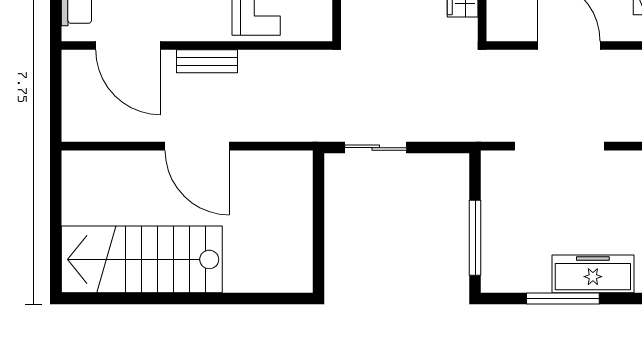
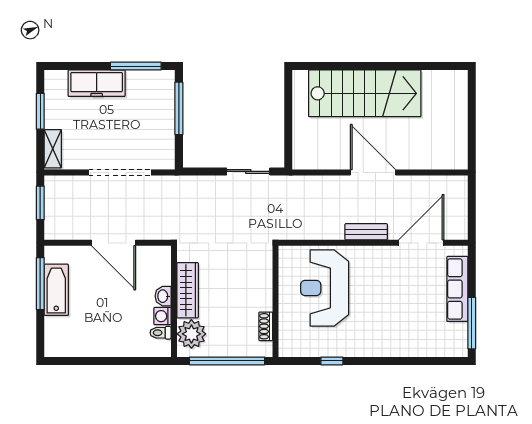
door: (128, 46) -> (421, 243), hinge flipped
stairs: (142, 259) -> (365, 93), moved
window: (563, 299) -> (136, 66), moved

